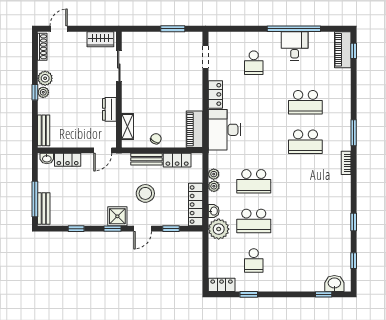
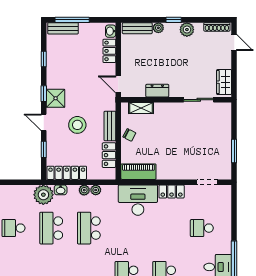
plant: (43, 92) -> (158, 28), moved

